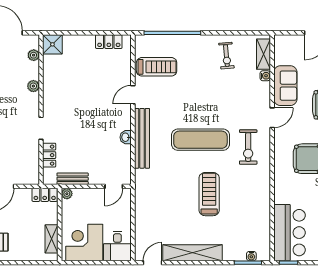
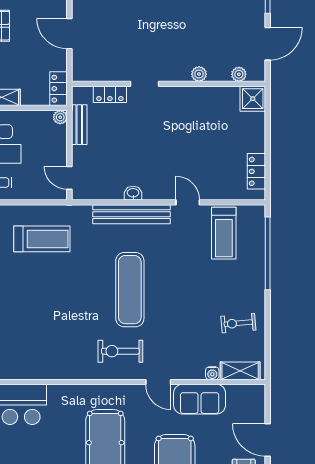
treadmill: (209, 194) -> (42, 239), moved

